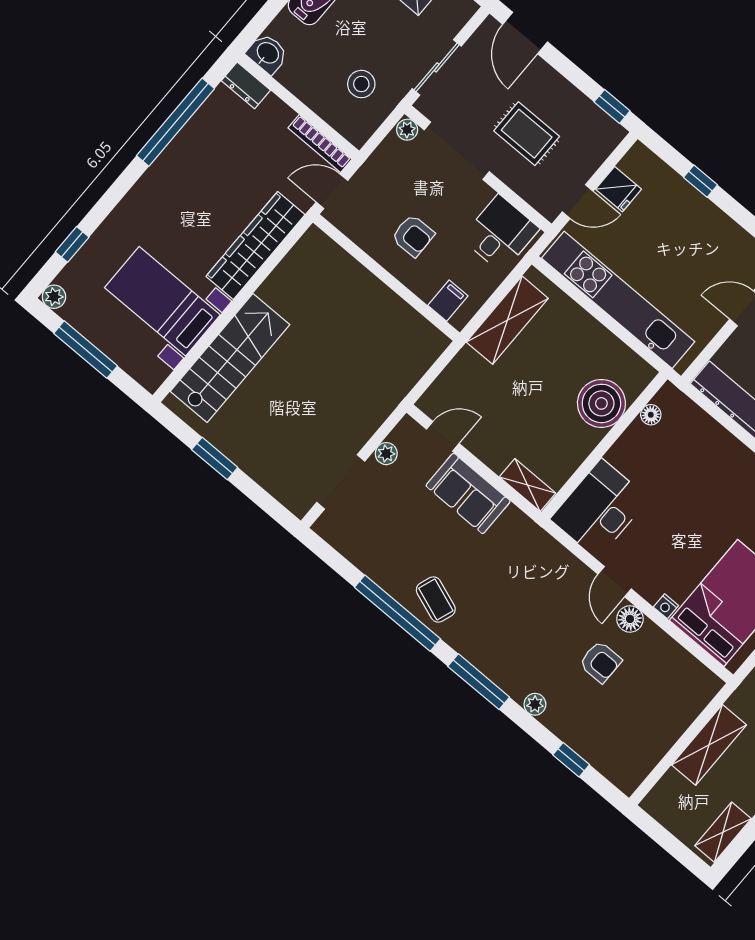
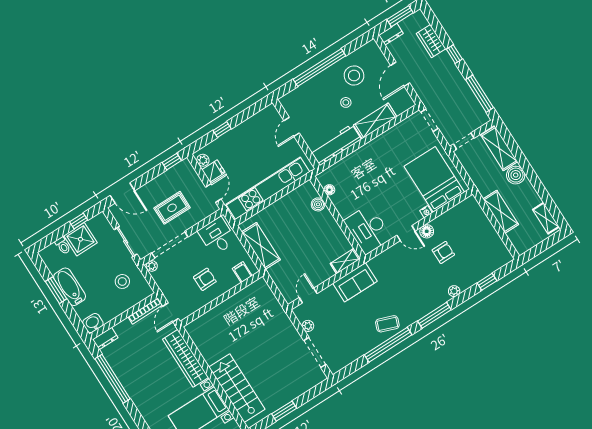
plant: (632, 163) -> (203, 160), added
boiler: (601, 403) -> (318, 204), width x0.54, depth x0.54
sofa: (468, 493) -> (355, 282), moved

